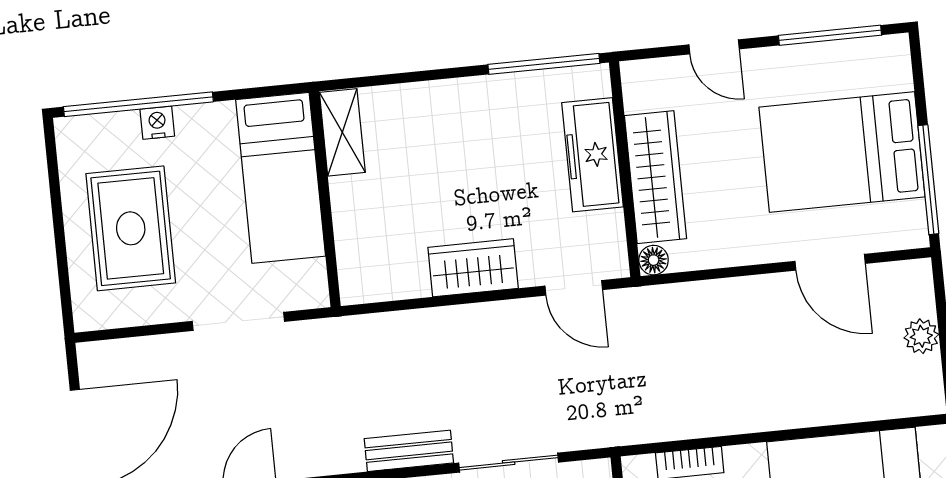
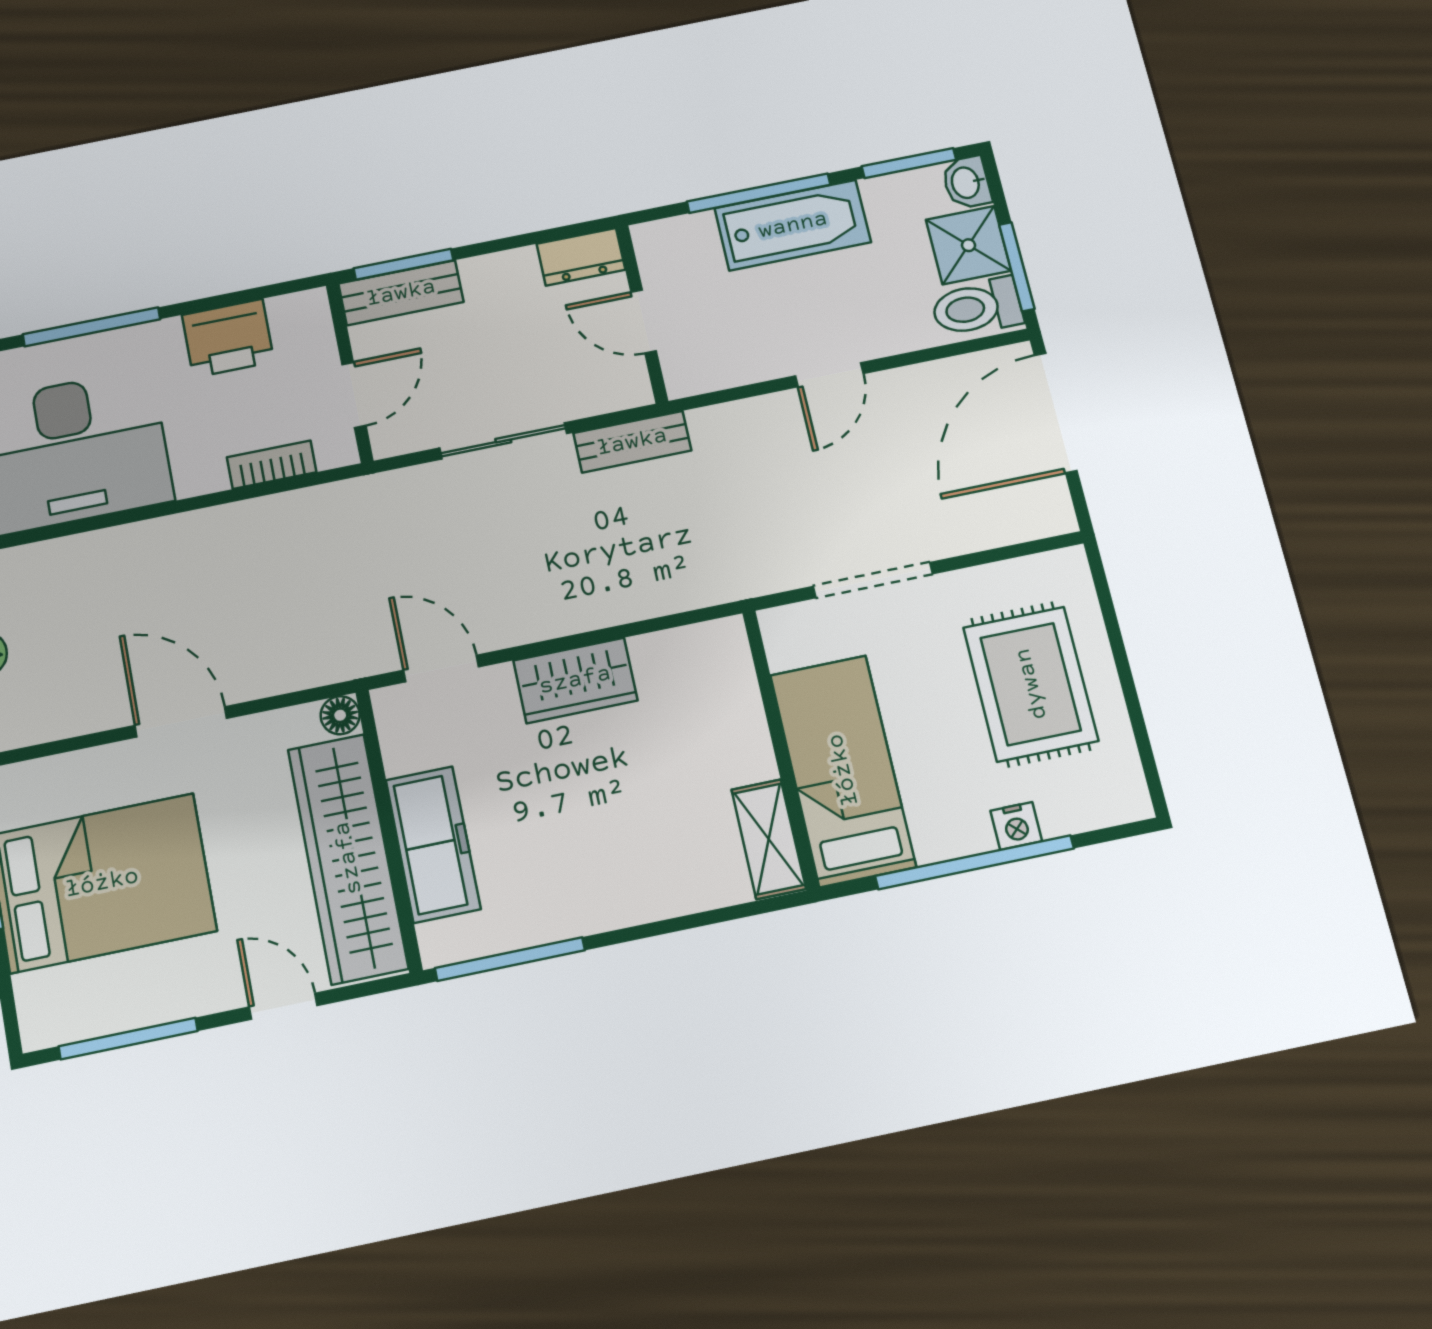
window: (138, 104) -> (975, 862), moved
wardrobe: (655, 177) -> (348, 858), width x1.40, depth x1.17
door: (830, 262) -> (181, 722), moved

